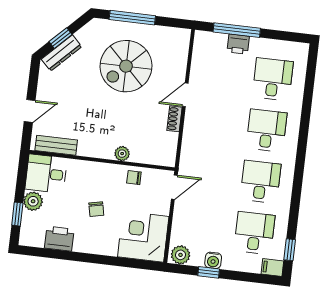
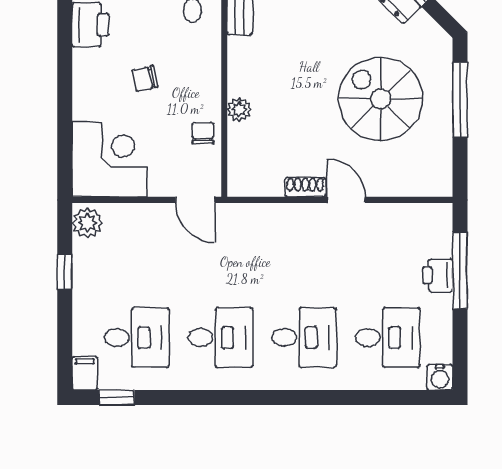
water cooler: (213, 260) -> (440, 377), moved, turned -90

